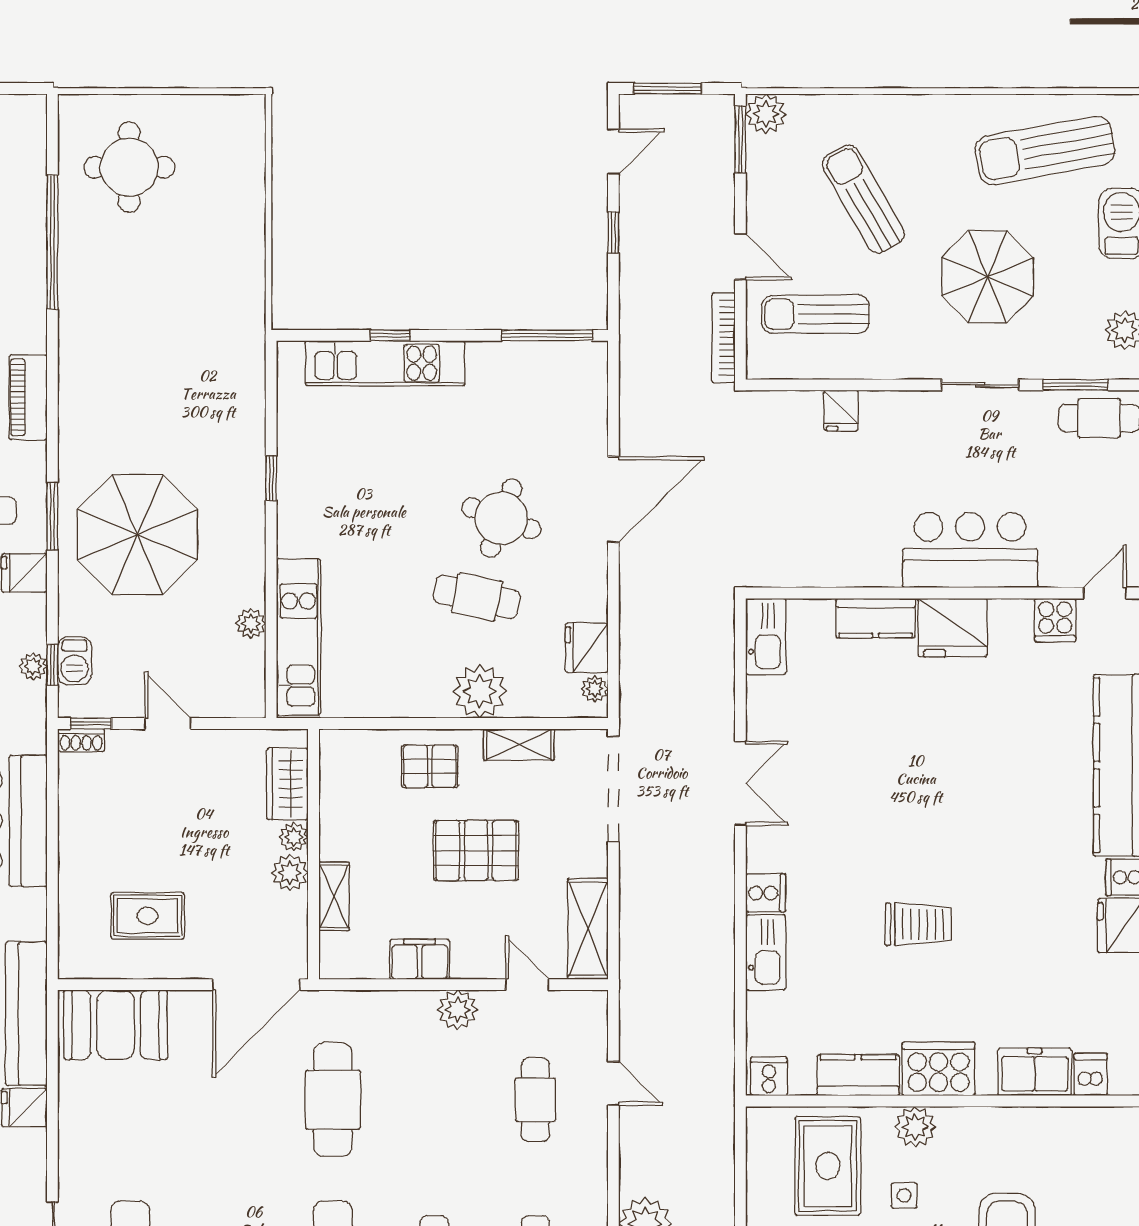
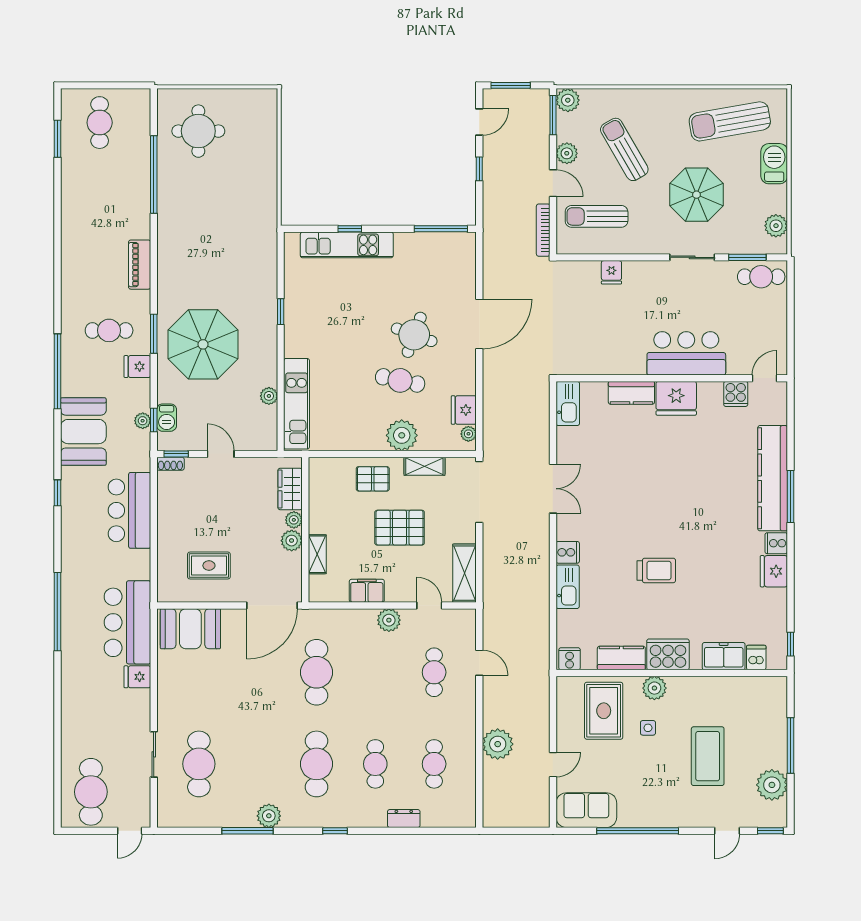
plant: (764, 205) -> (567, 153), added

